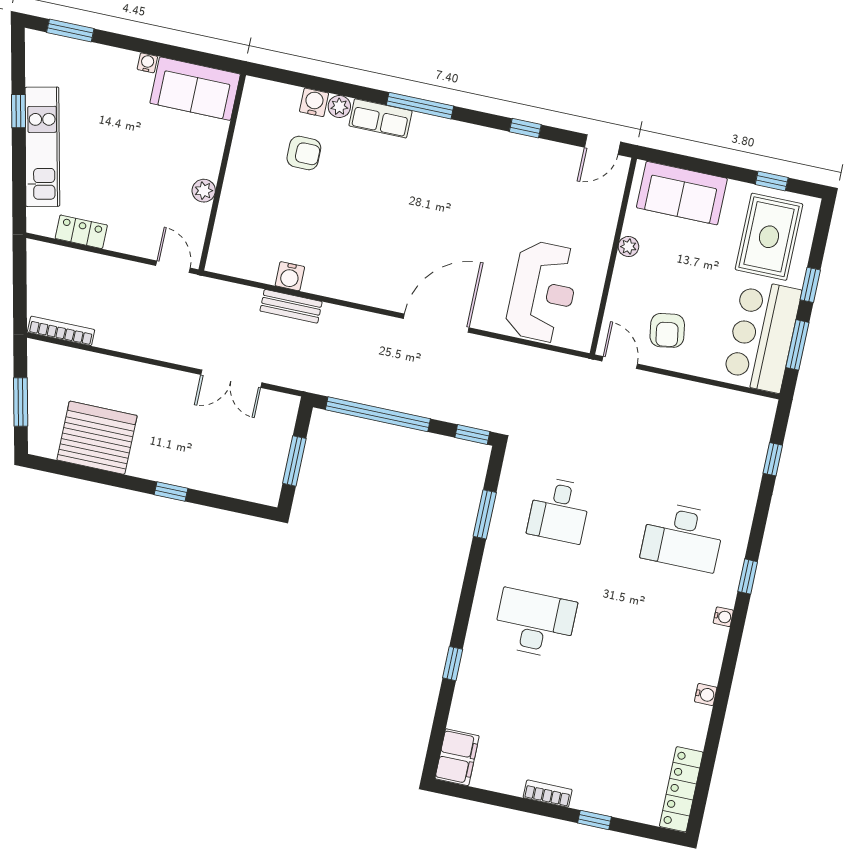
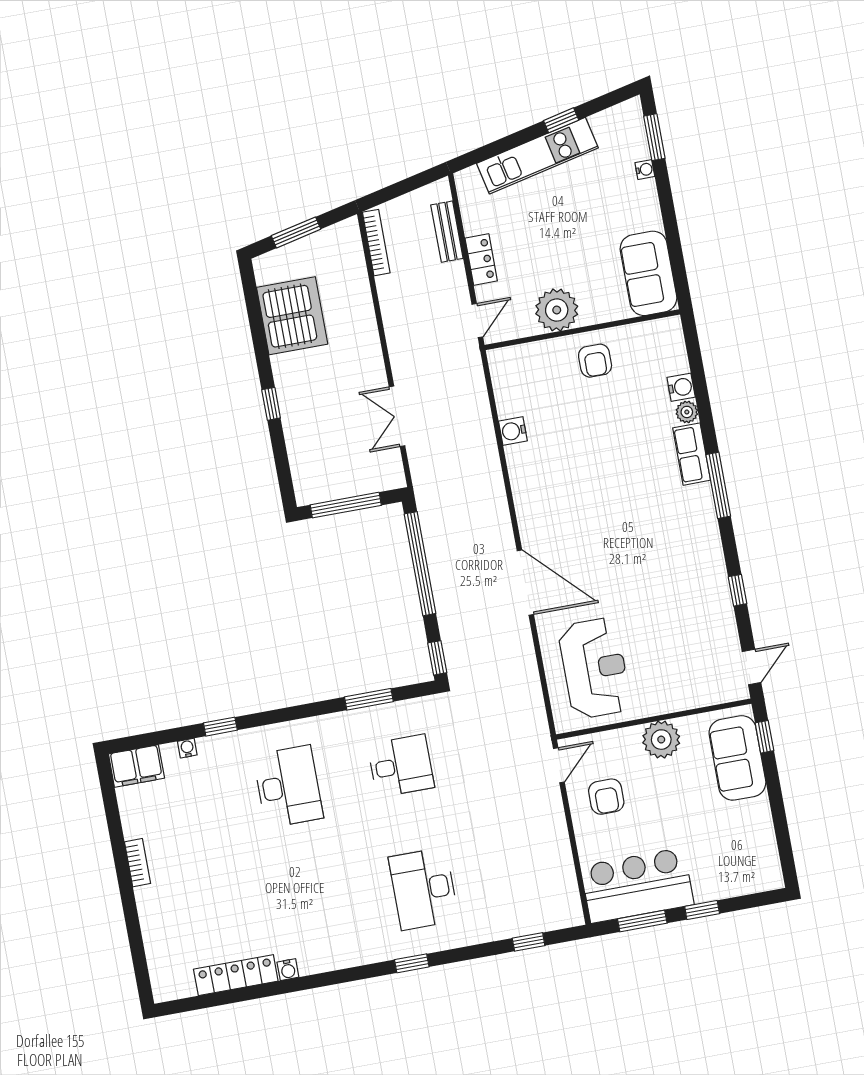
water cooler: (147, 63) -> (645, 170), moved
door: (603, 145) -> (752, 667), swing flipped
armchair: (304, 153) -> (595, 361), moved
window: (772, 181) -> (764, 737), moved
plant: (204, 191) -> (557, 310), width x1.88, depth x1.88
locker: (81, 232) -> (481, 260), moved
rug: (769, 237) -> (730, 854), removed
plant: (628, 247) -> (661, 740), width x1.88, depth x1.88
reception desk: (543, 292) -> (595, 668), turned -90
bench: (291, 306) -> (447, 232), moved
armchair: (667, 330) -> (606, 797), turned -81
window: (294, 461) -> (346, 505), width x1.44
desk: (559, 510) -> (401, 766), turned 180
water cooler: (723, 617) -> (187, 748), moved, turned 180
locker: (681, 789) -> (236, 975), moved
window: (595, 820) -> (131, 915), removed

